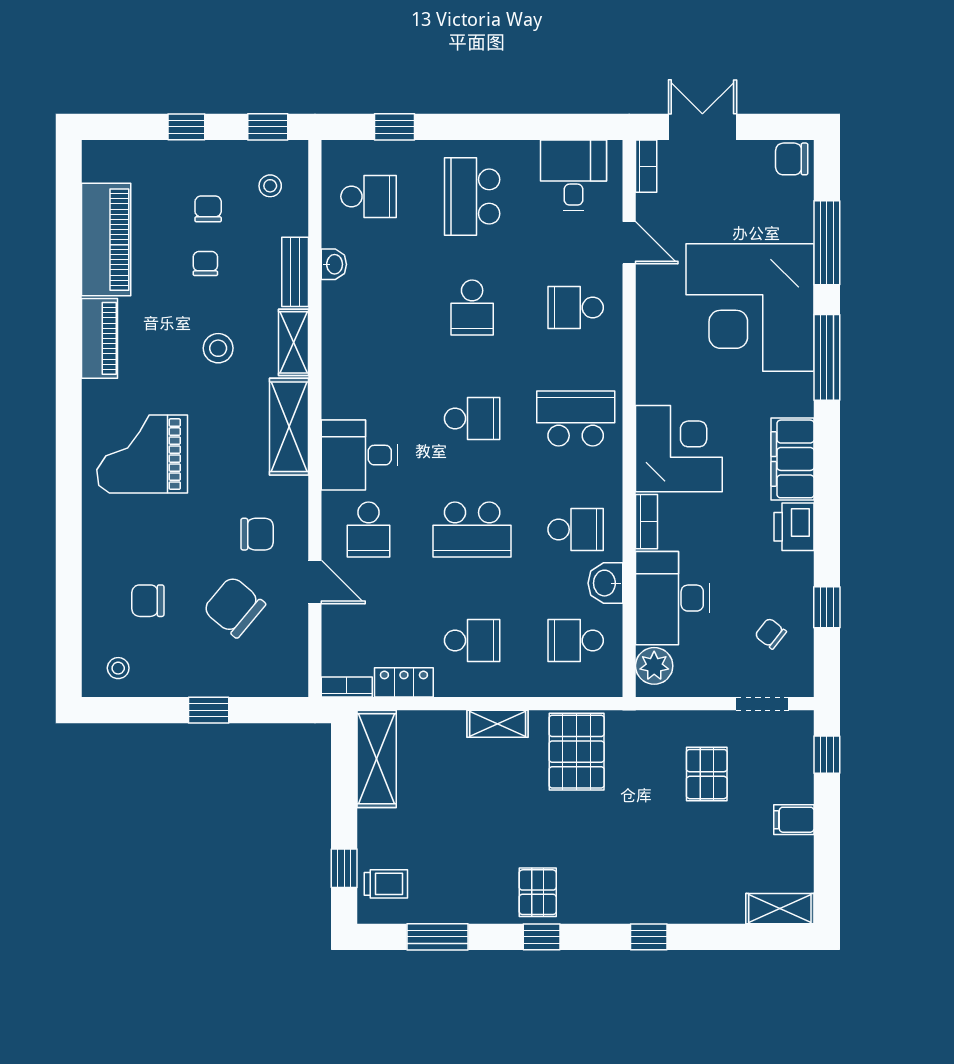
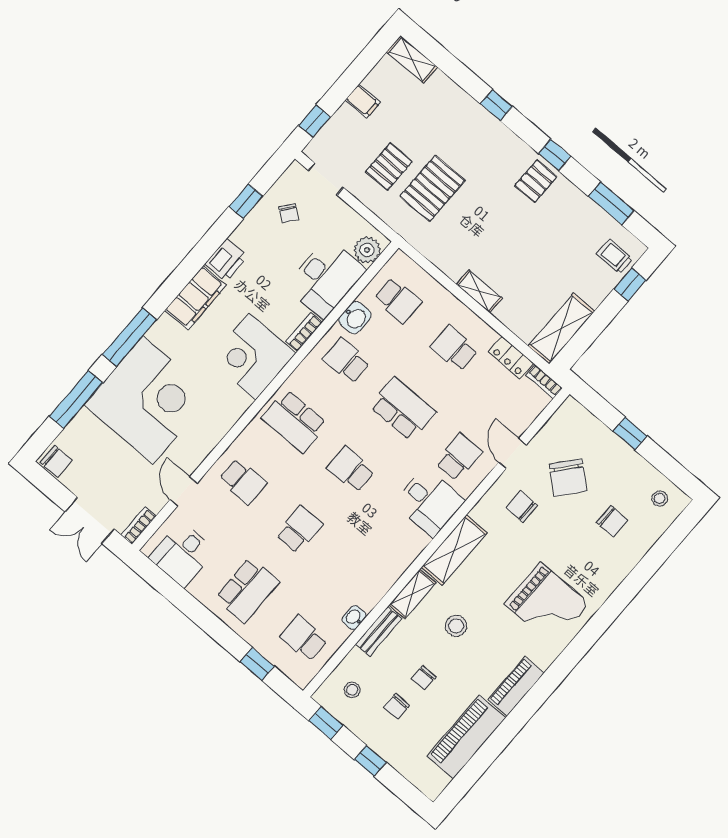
pallet: (577, 752) -> (432, 188), moved

